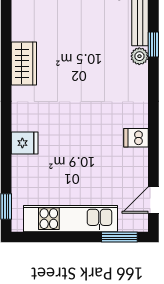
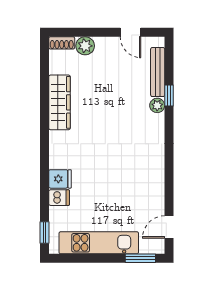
wardrobe: (24, 63) -> (59, 102), width x1.50
dishwasher: (136, 138) -> (59, 198), moved, turned 180

